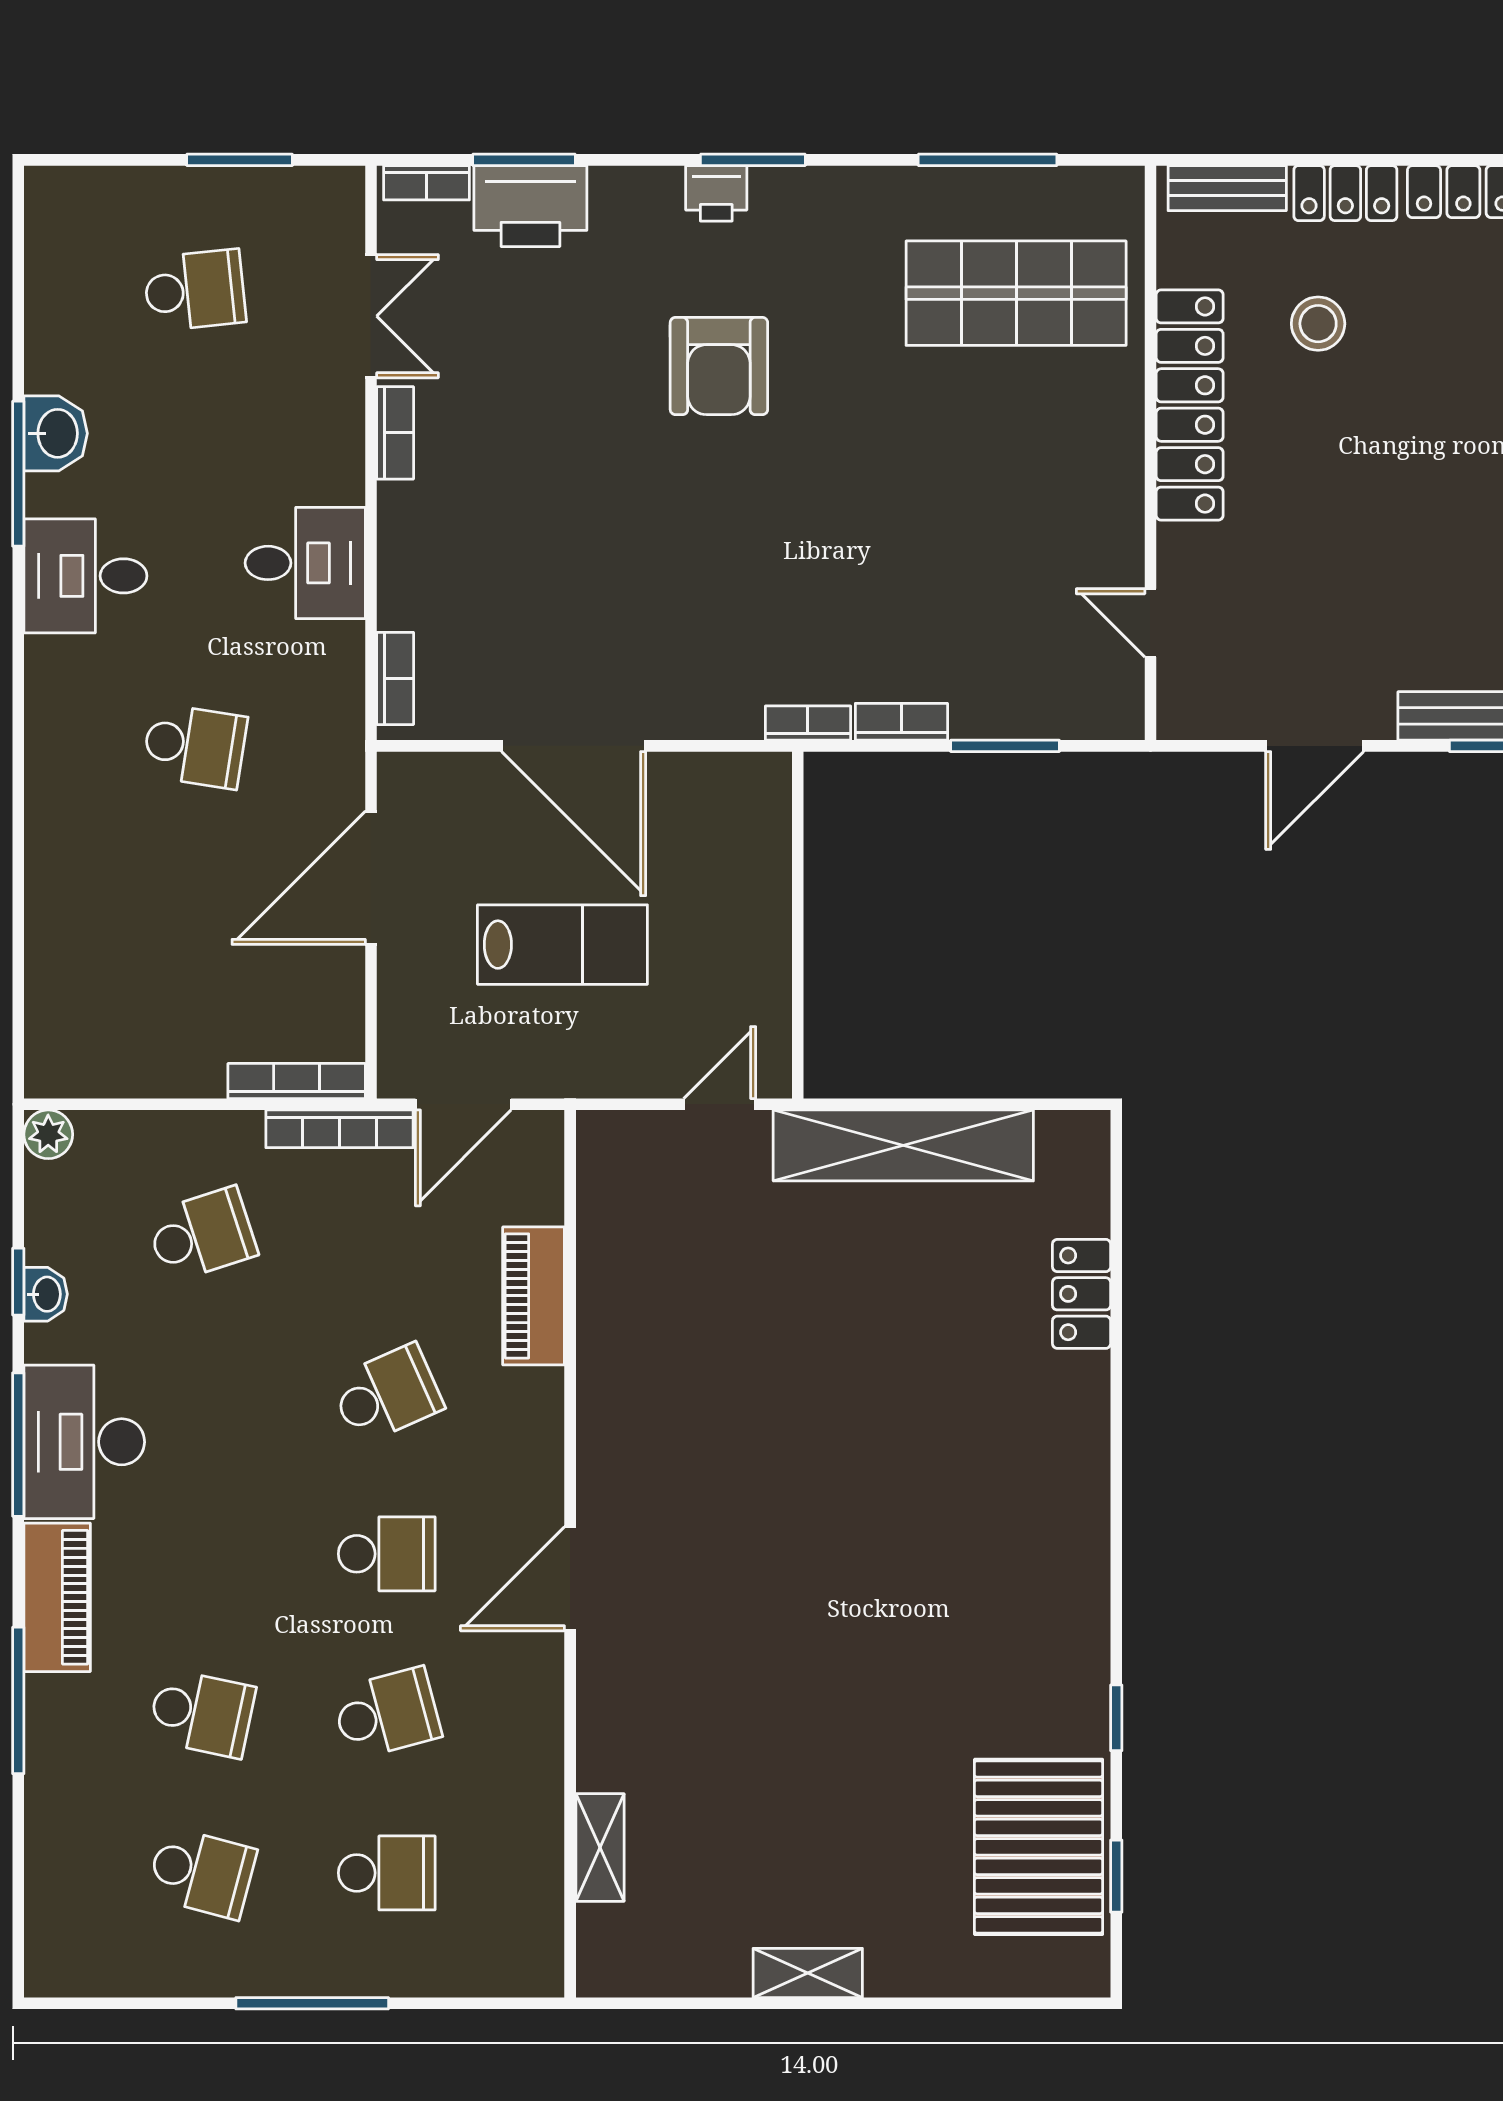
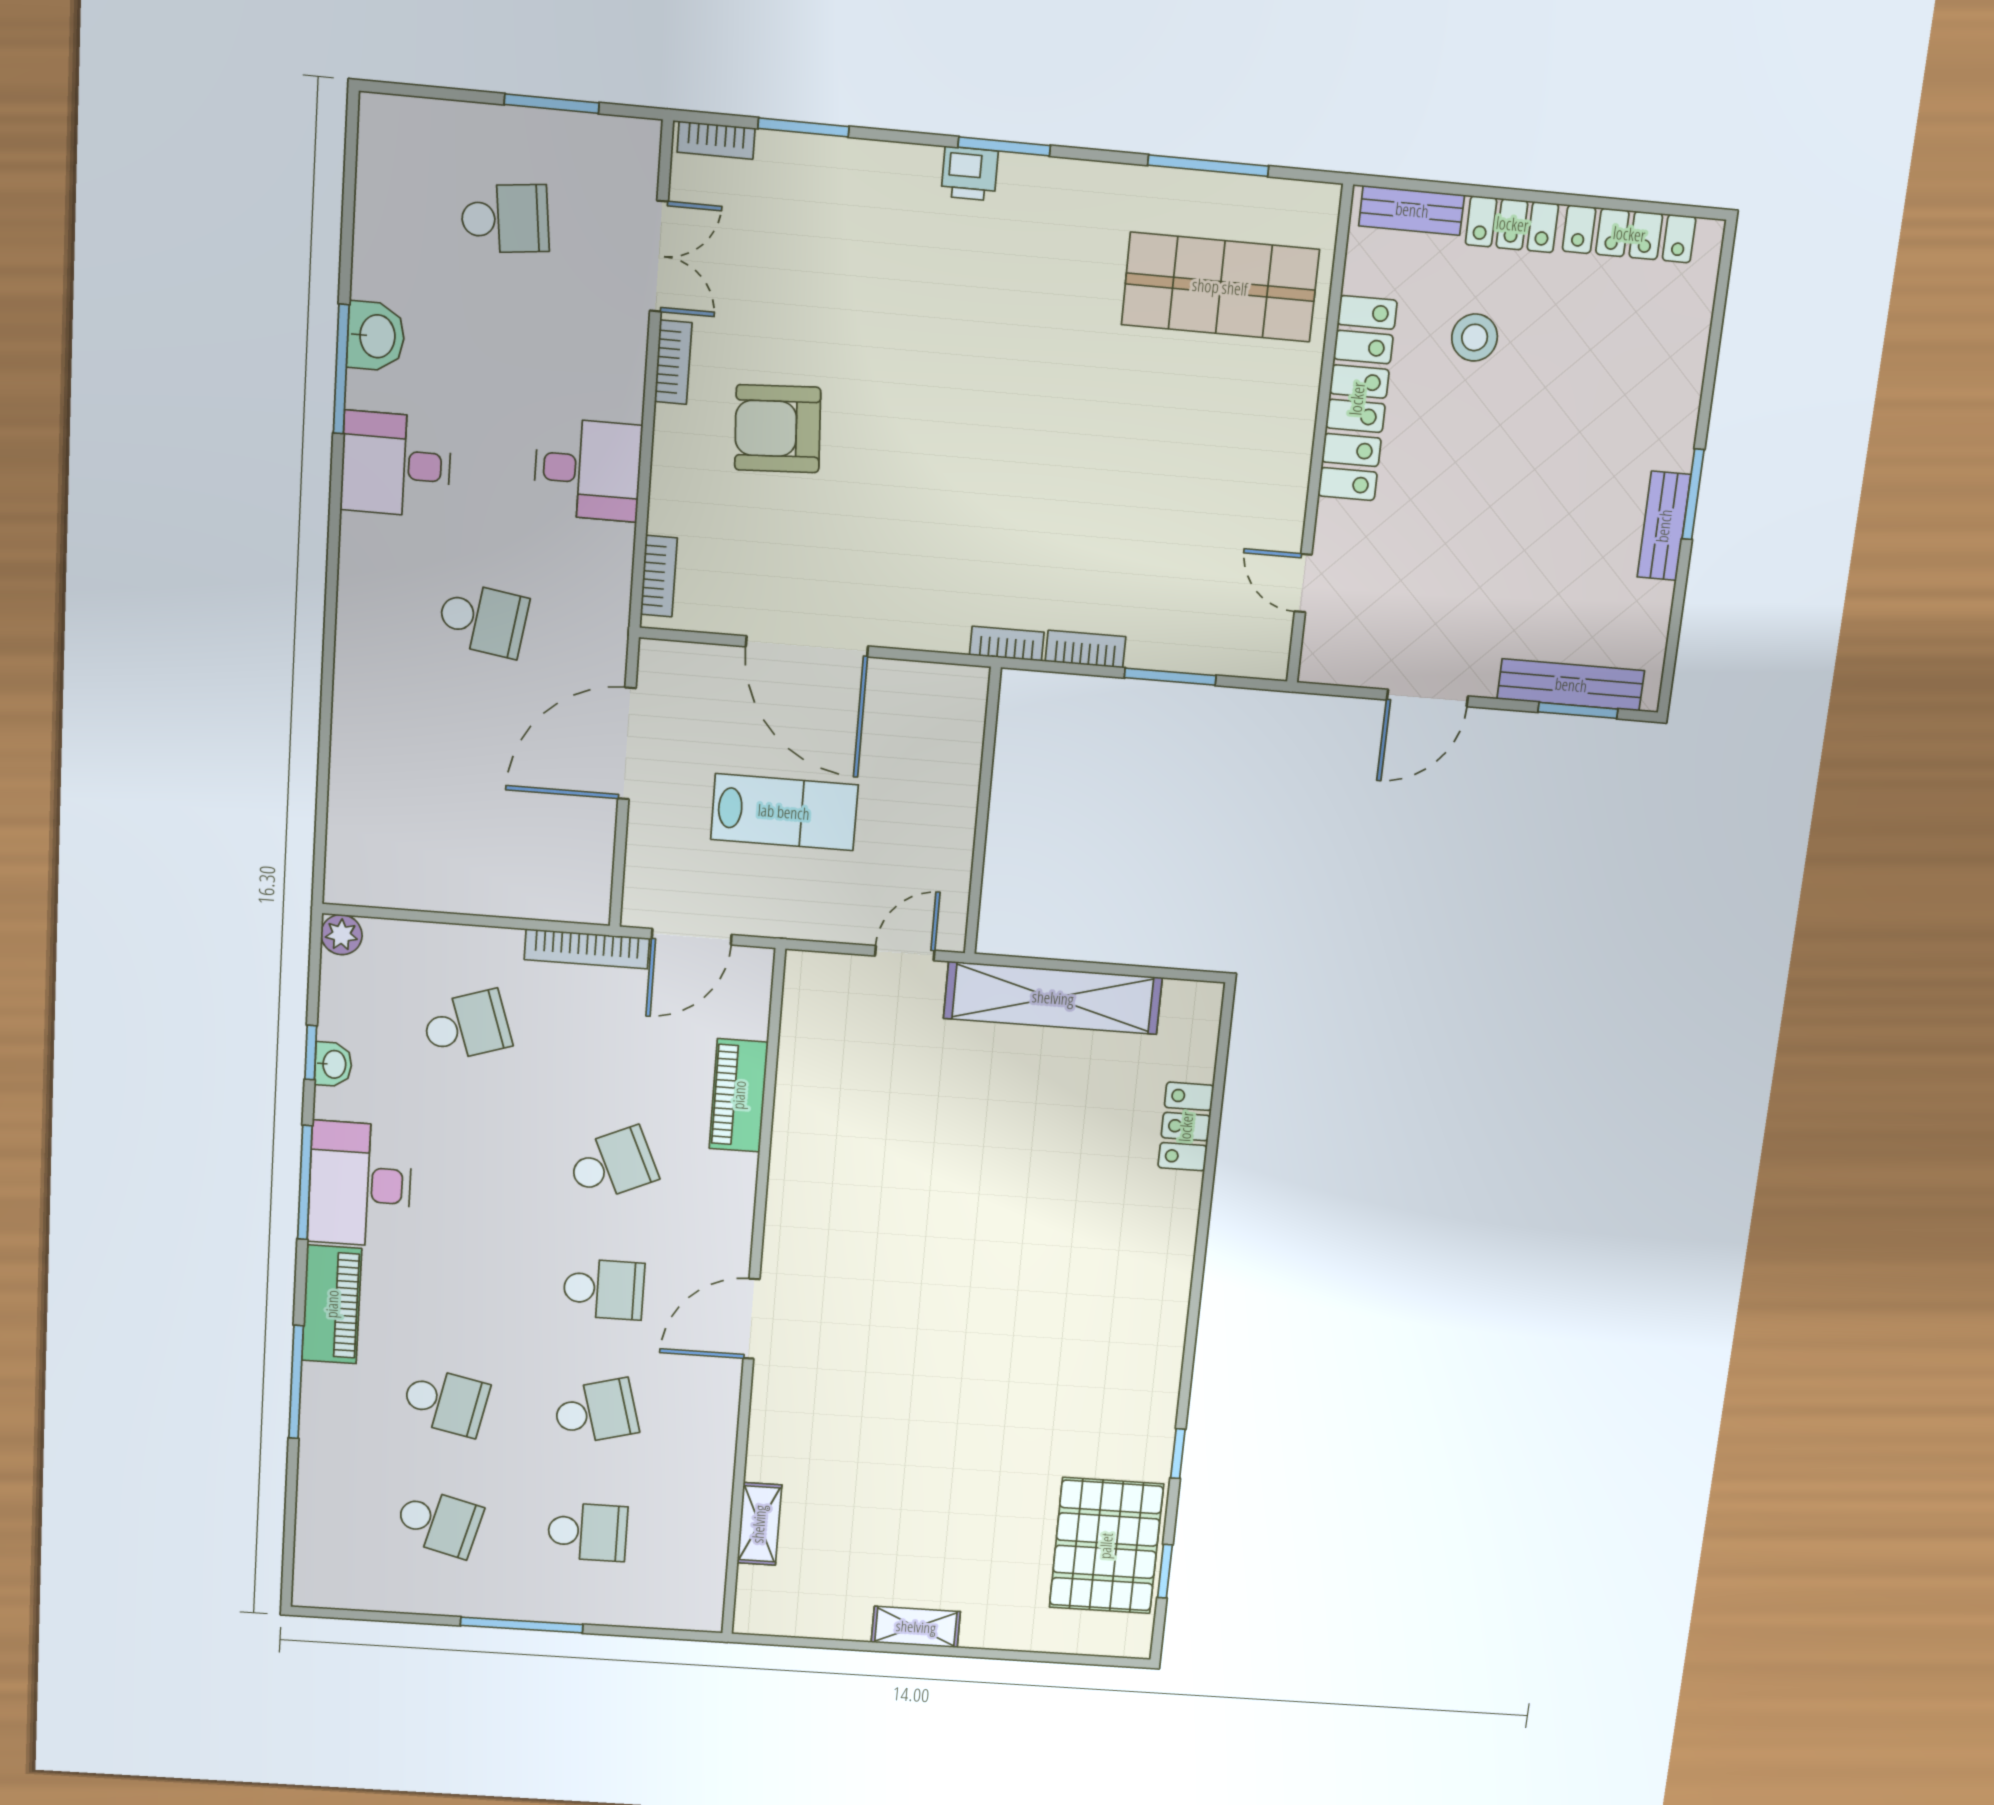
printer: (530, 206) -> (806, 170), removed
armchair: (719, 366) -> (778, 429), moved, turned 87
bookcase: (297, 1081) -> (553, 907), removed

